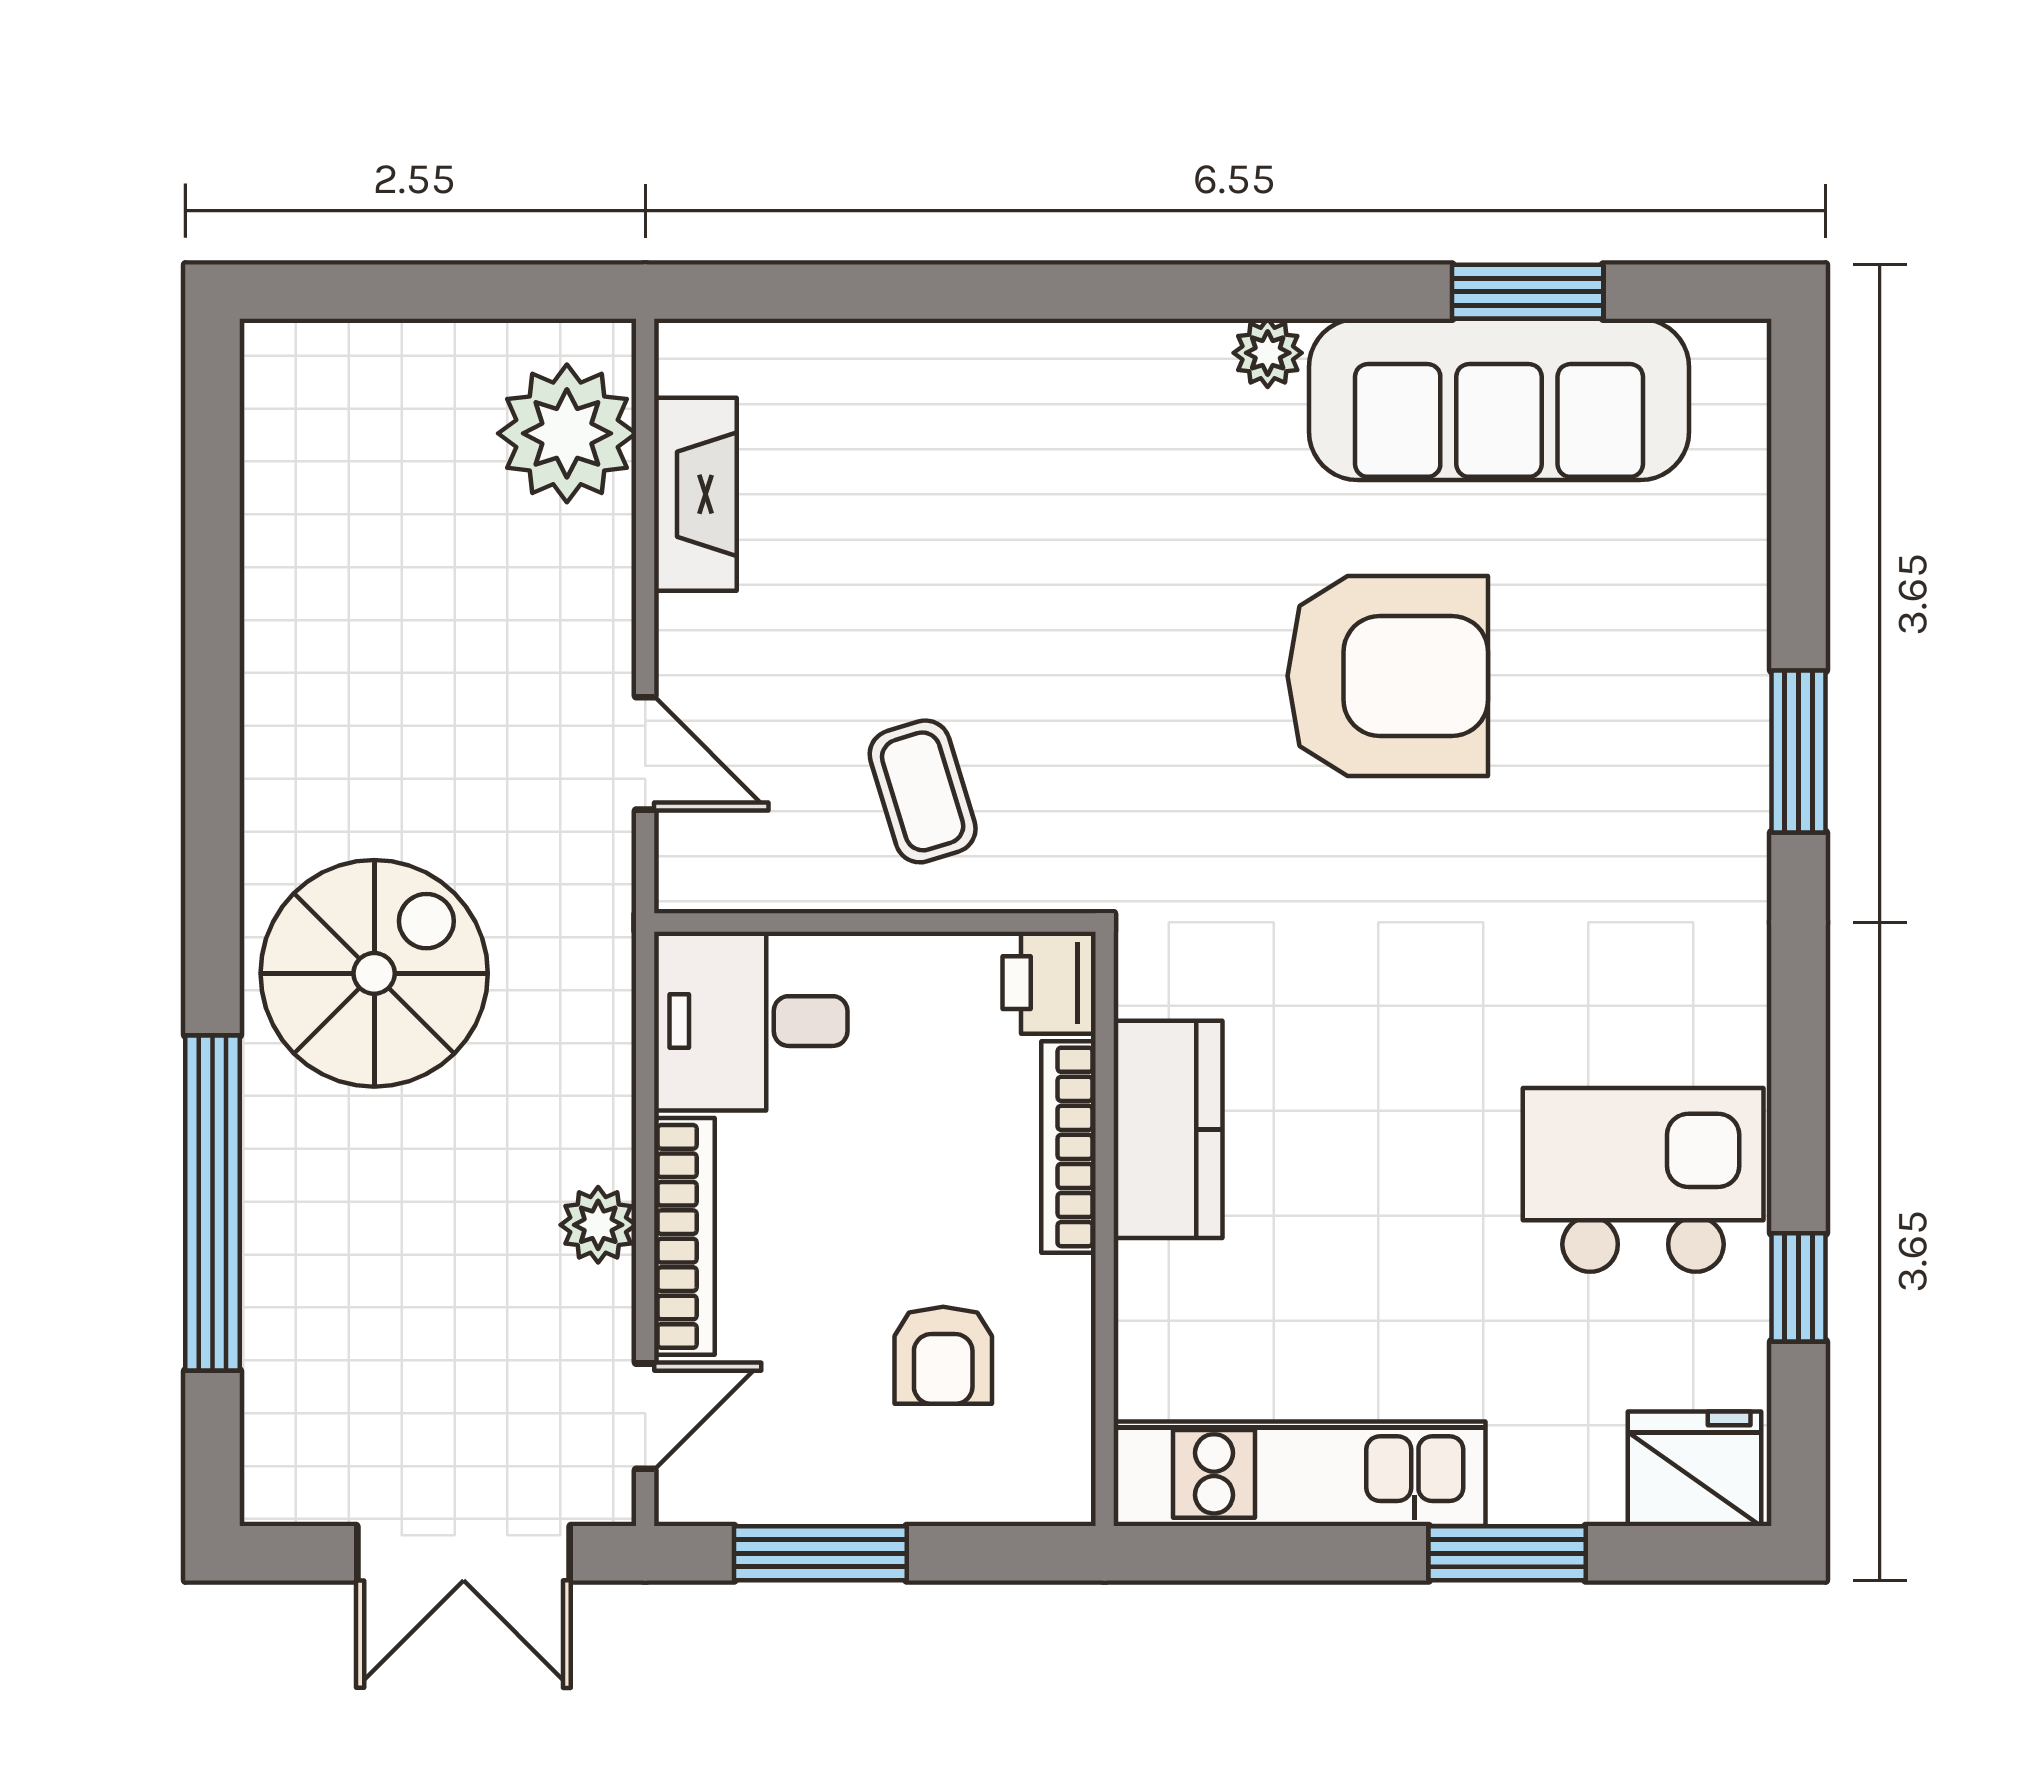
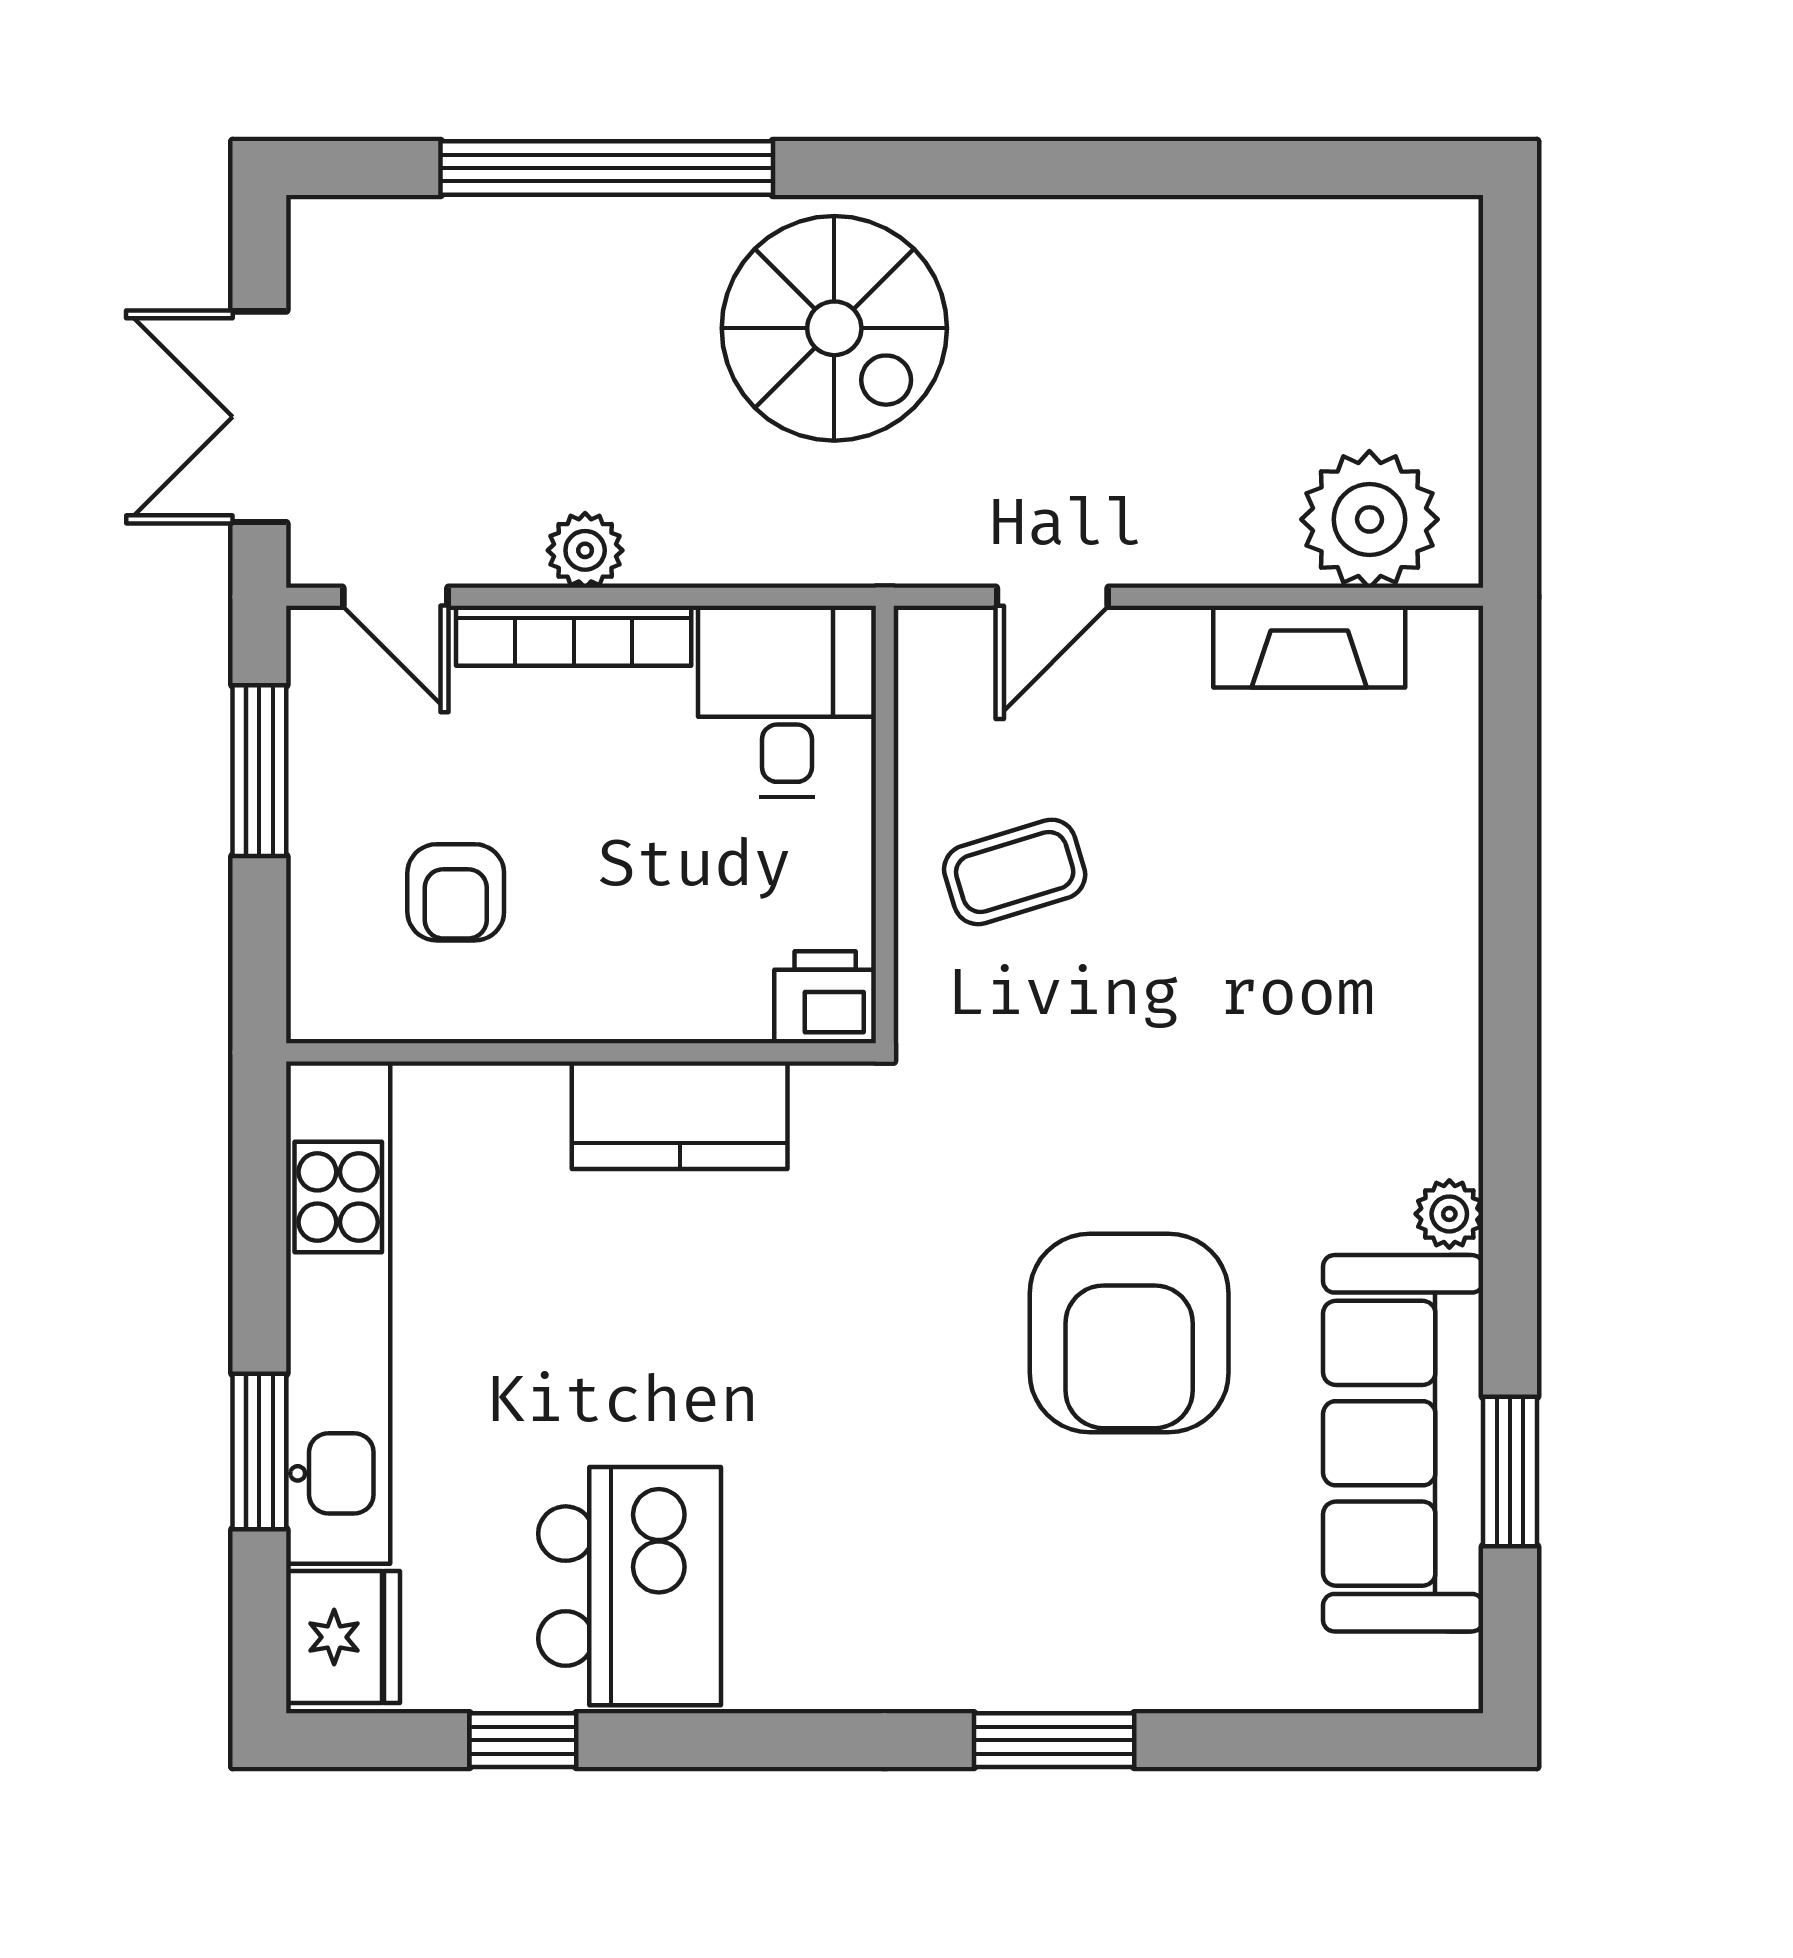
bookcase: (1069, 1147) -> (662, 1017), removed
armchair: (943, 1355) -> (456, 892), turned -90
kitchen unit: (1300, 1474) -> (338, 1313), width x1.36

